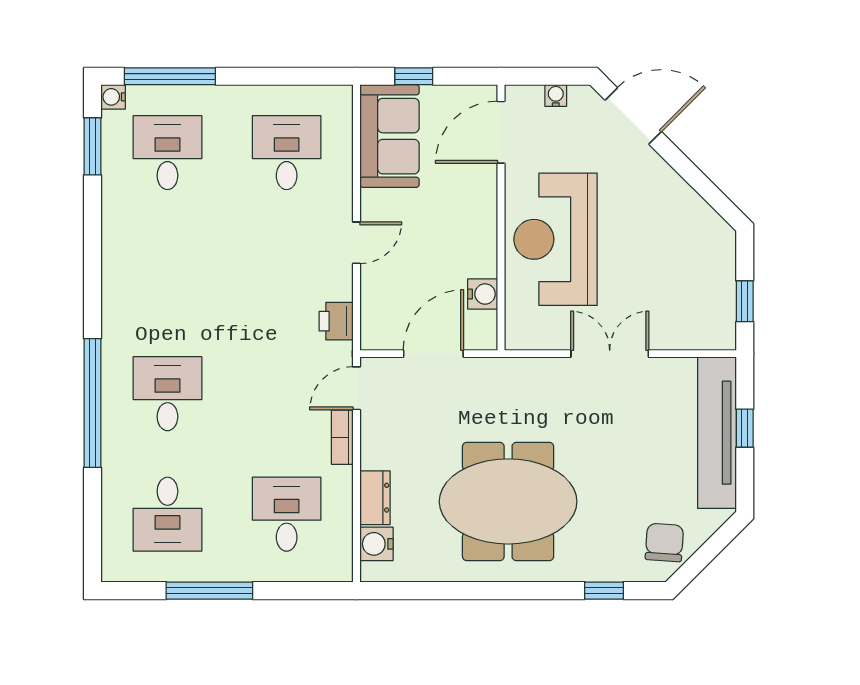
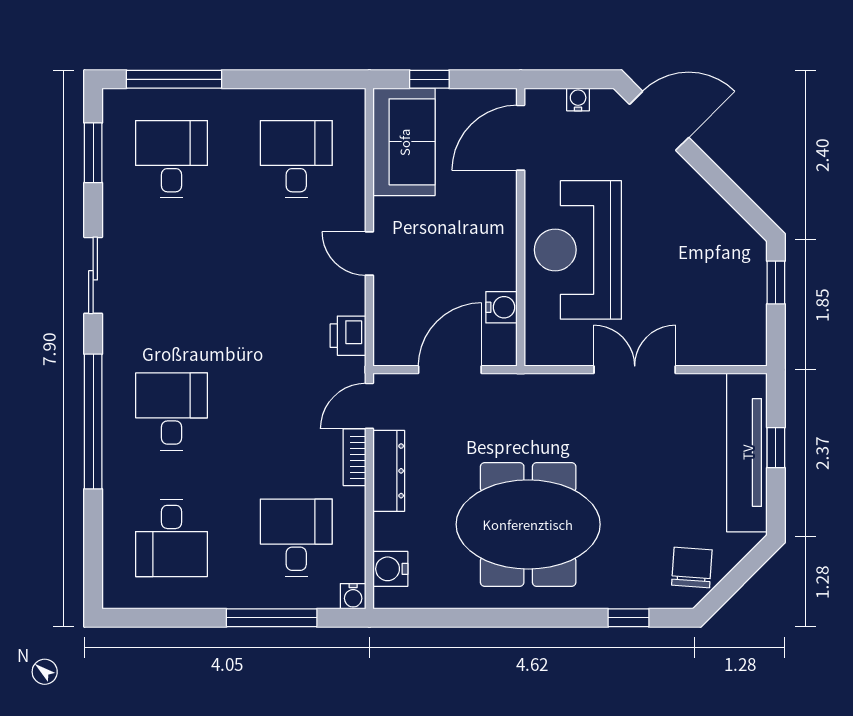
water cooler: (113, 97) -> (353, 596), moved, turned -90
door: (356, 243) -> (369, 254), swing flipped
sliding door: (93, 264) -> (93, 275), added
window: (745, 301) -> (776, 282), moved
dresser: (375, 498) -> (389, 471), moved, width x1.44
window: (209, 591) -> (272, 618), moved

